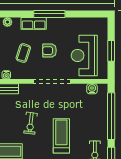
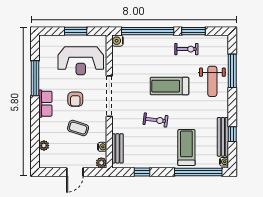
window: (49, 14) -> (35, 78), moved
row of seats: (34, 23) -> (45, 104), moved
water cooler: (92, 89) -> (118, 41), moved

